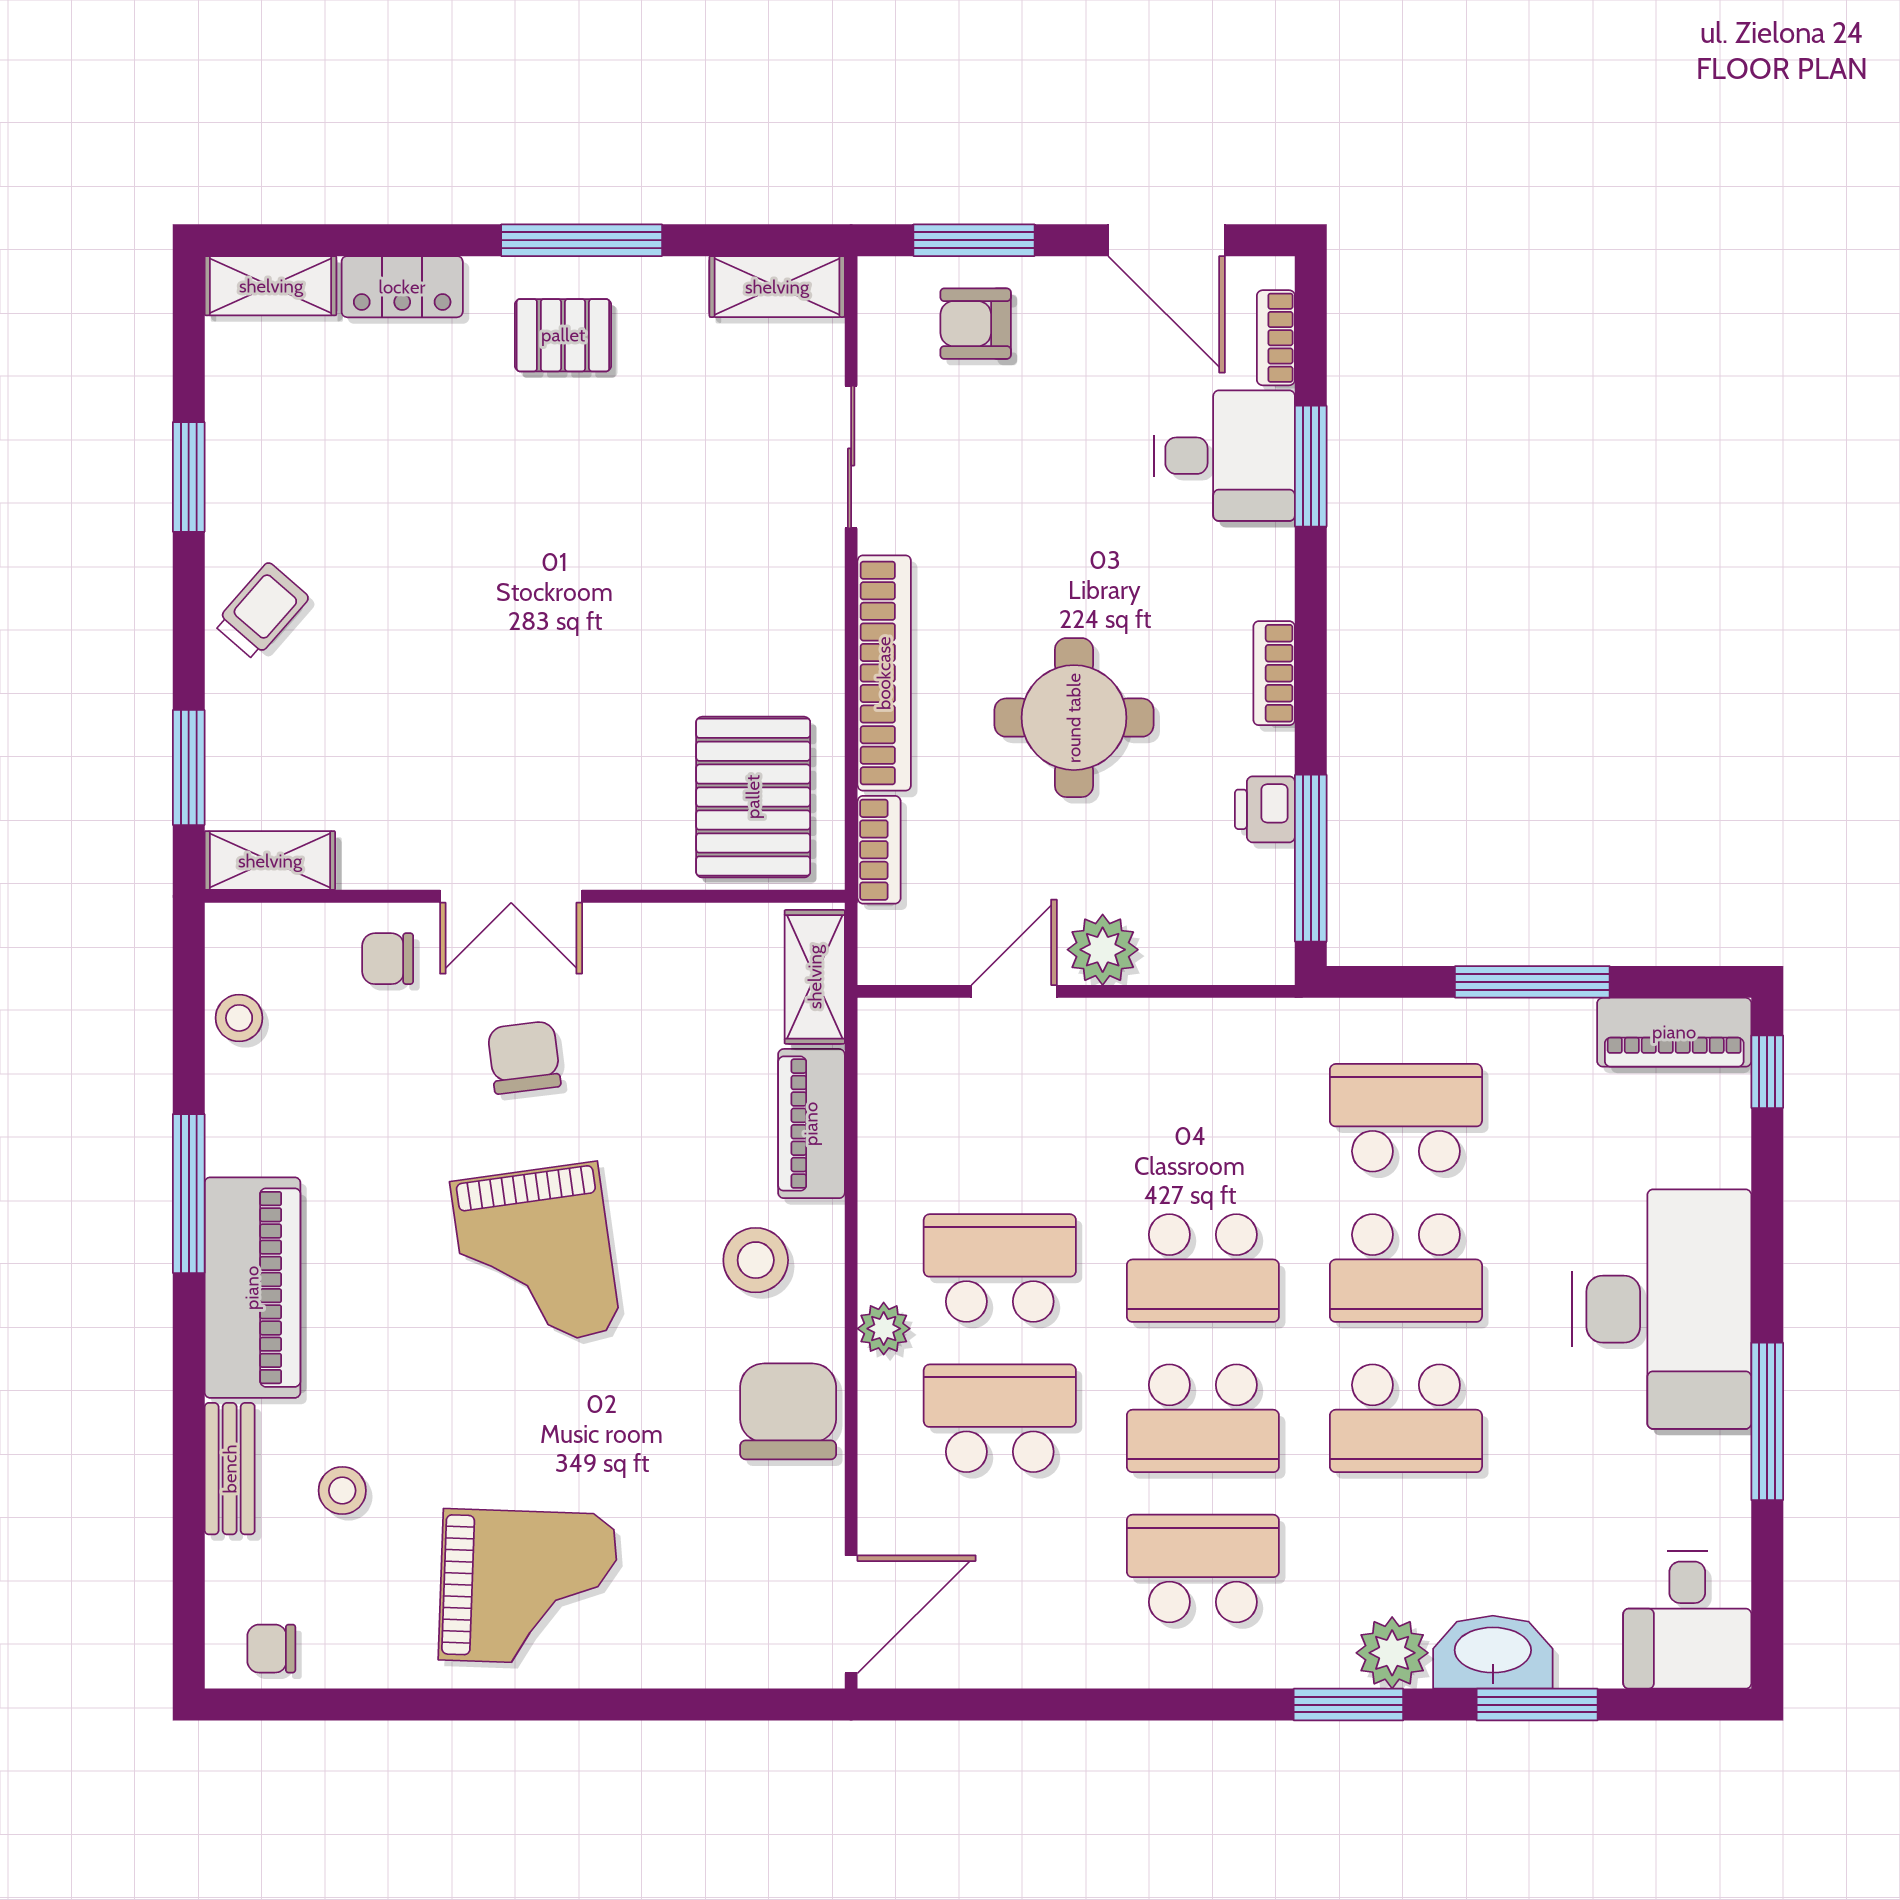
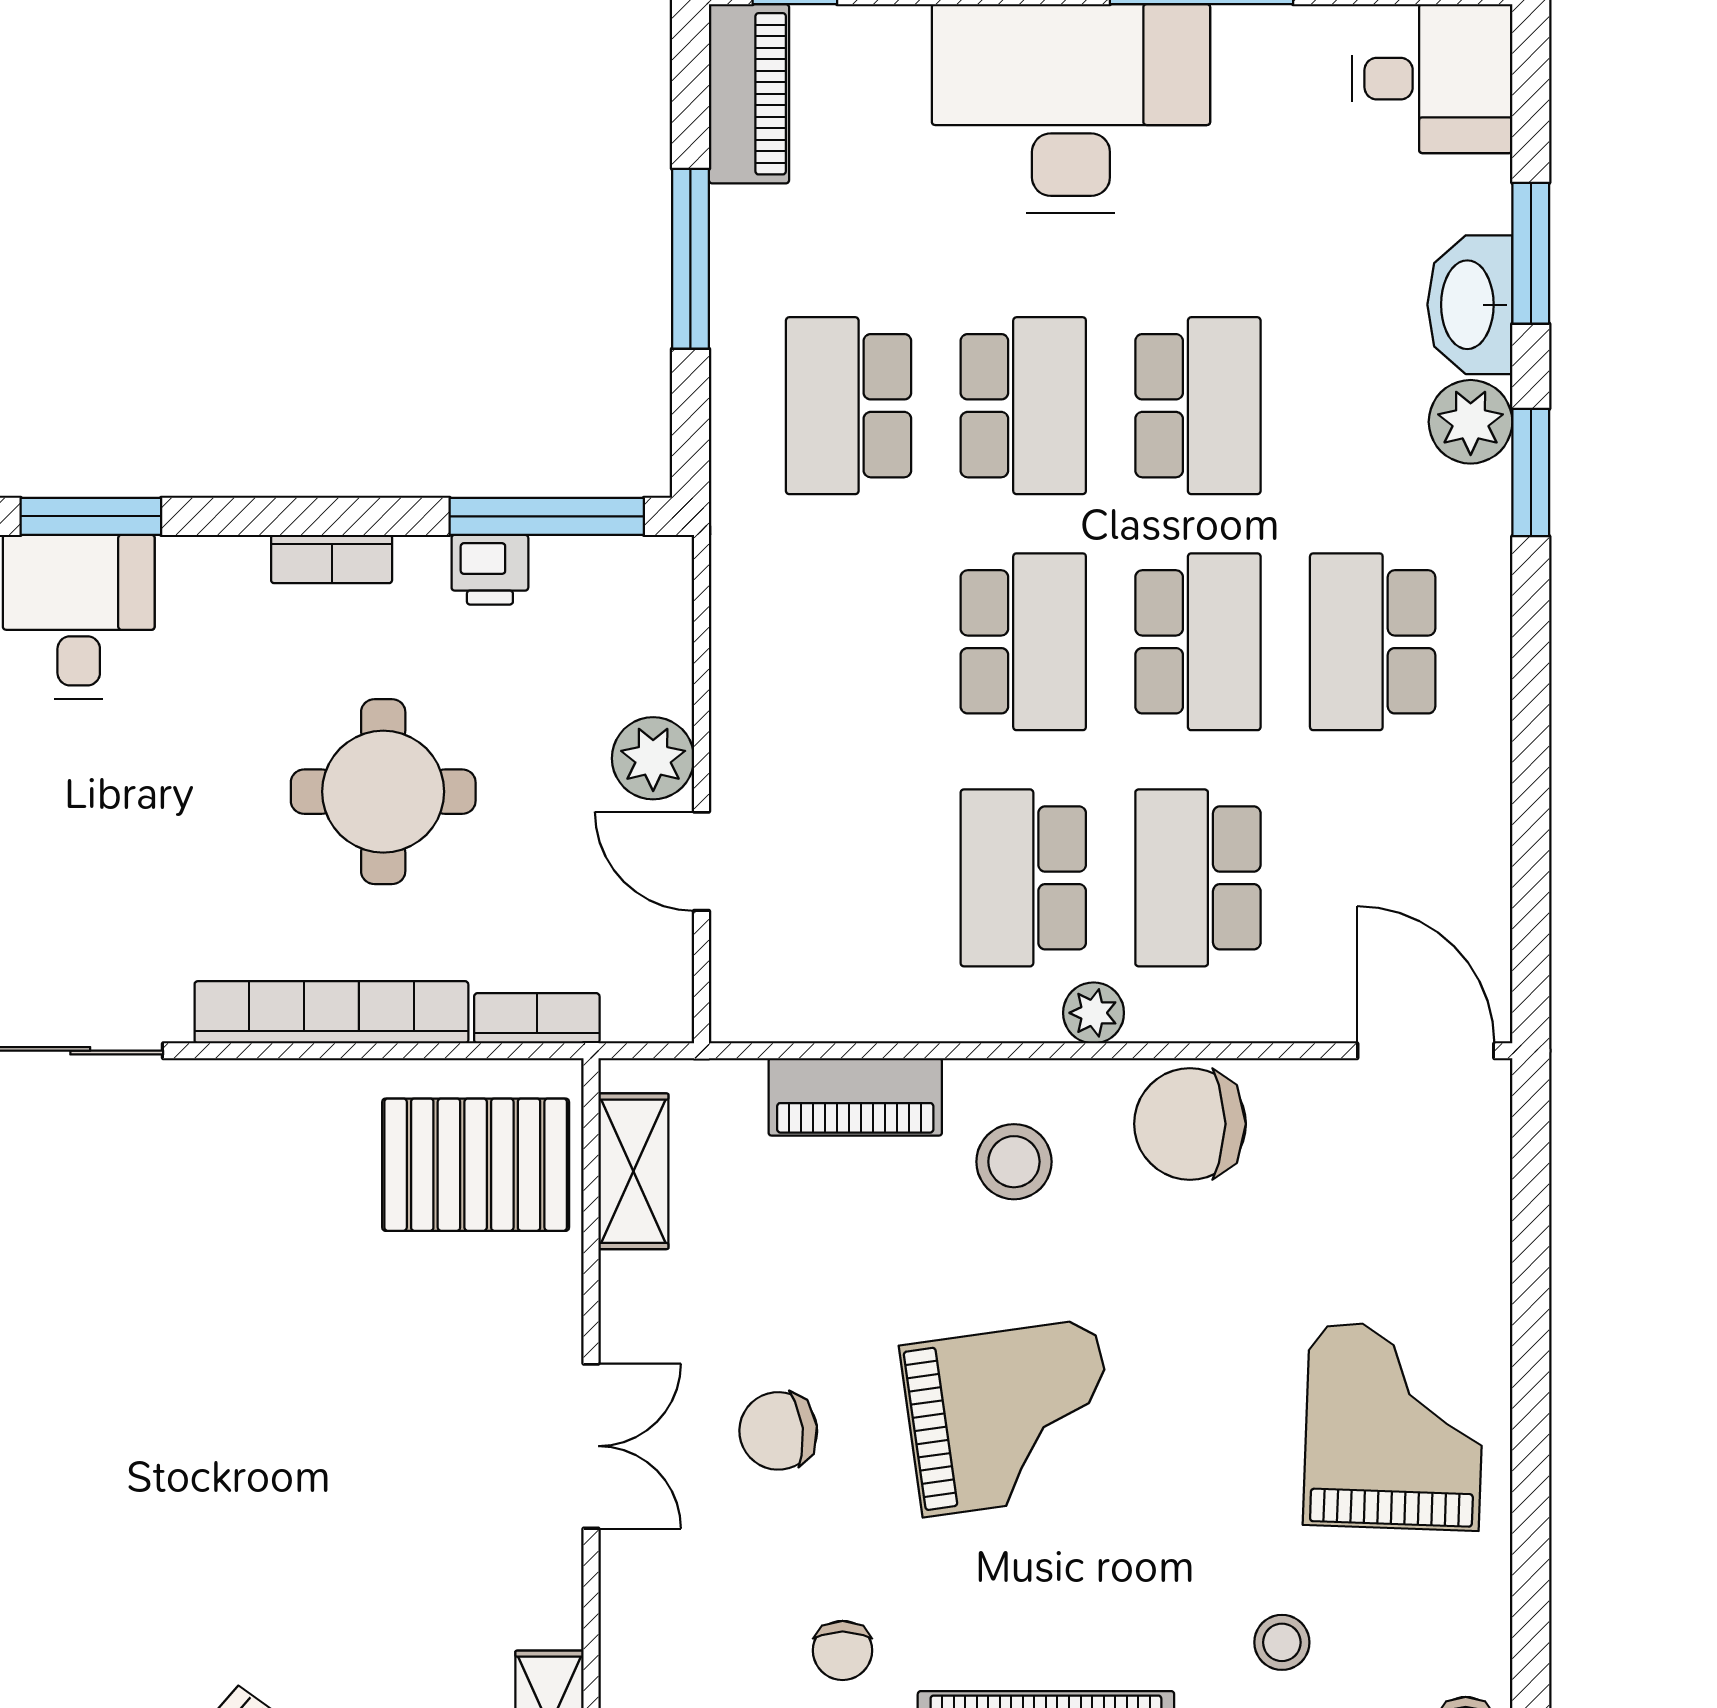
chair: (388, 959) -> (843, 1650), moved
shelving: (815, 977) -> (633, 1171), moved, turned 90

